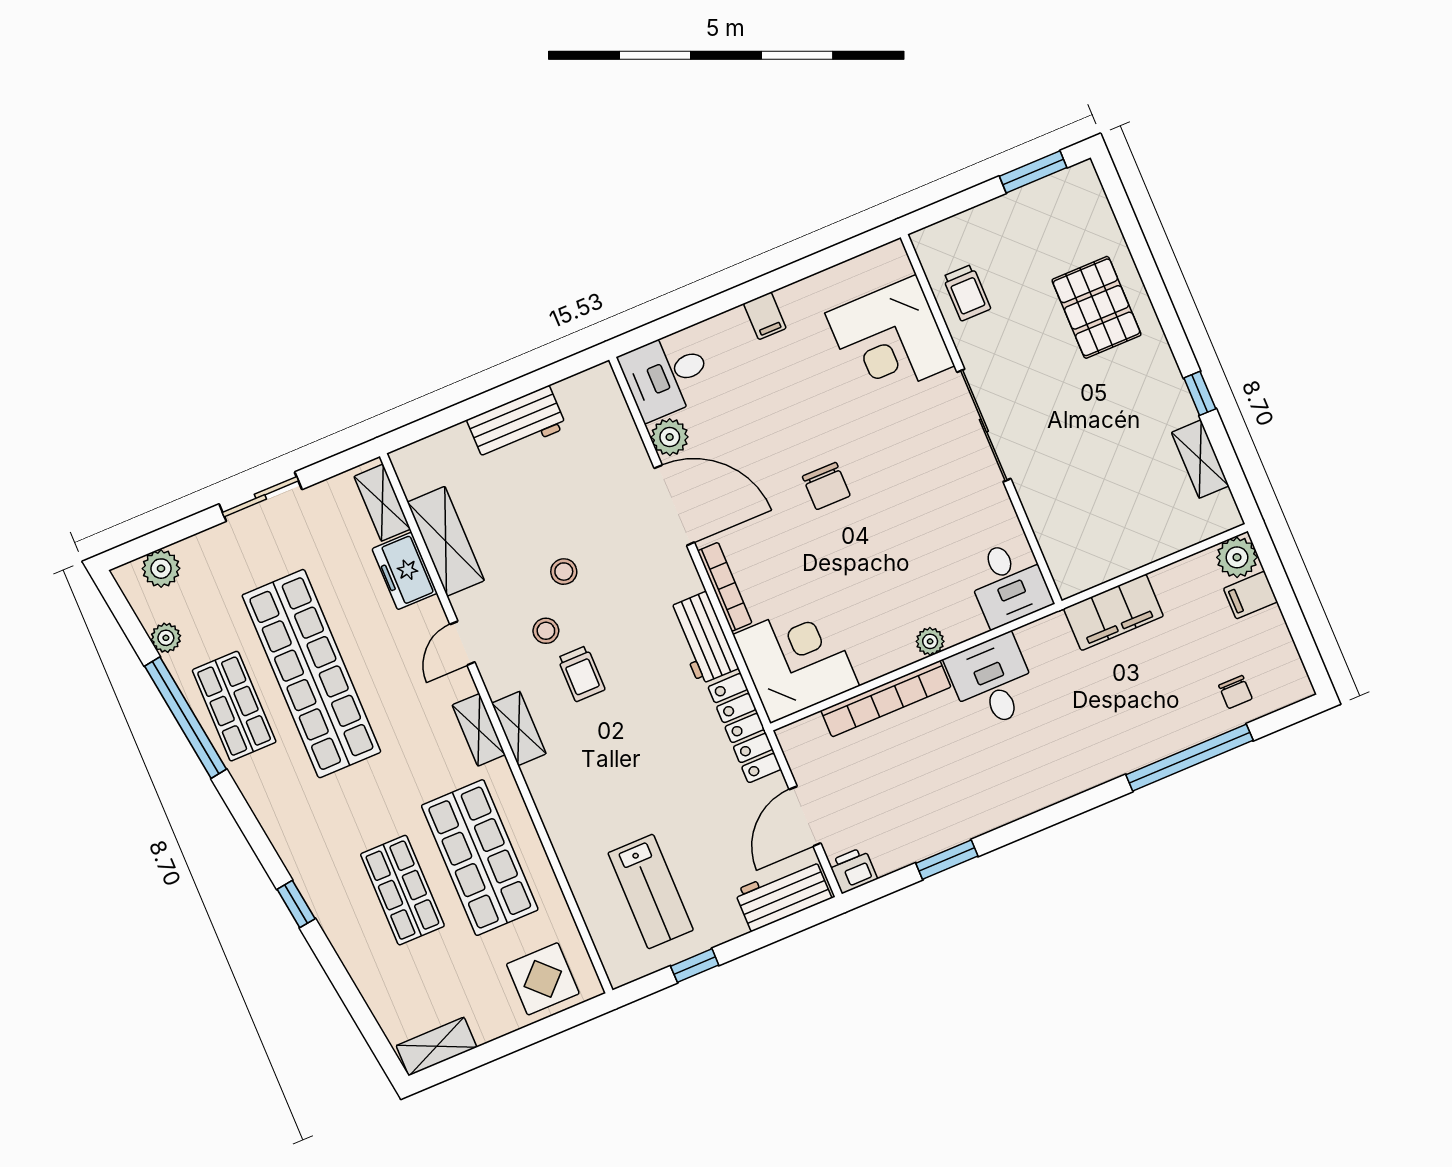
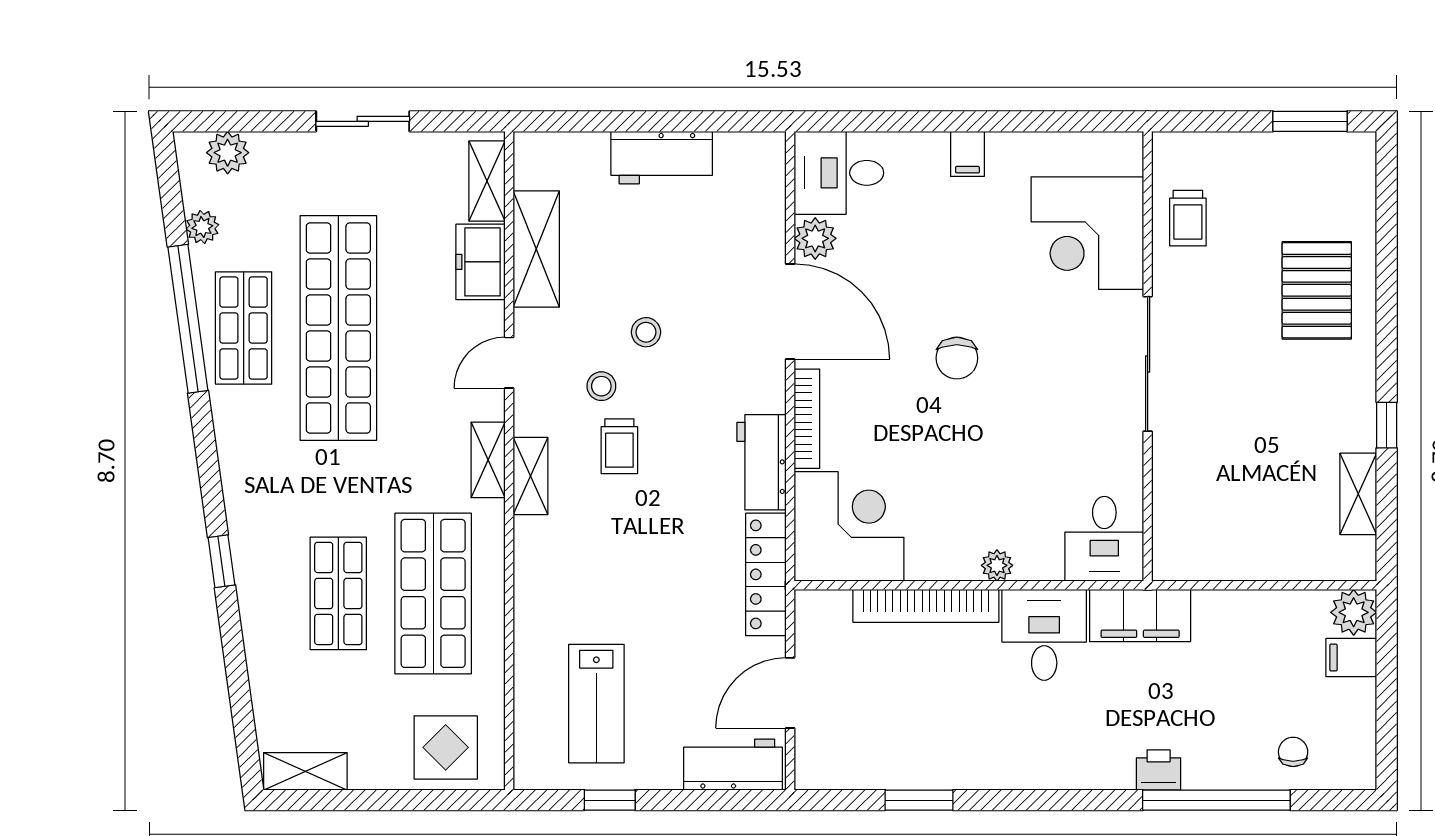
filing cabinet: (1113, 612) -> (1140, 615), moved
chair: (1235, 692) -> (1293, 752), turned 180
printer: (853, 870) -> (1159, 770), moved

